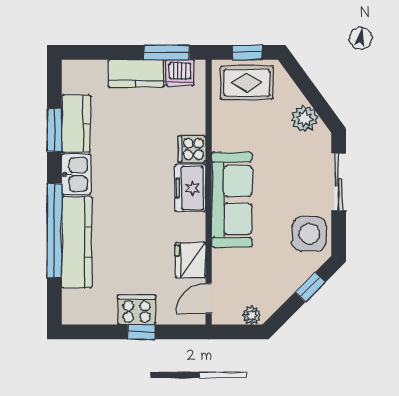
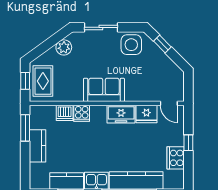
dishwasher: (180, 73) -> (65, 113), moved, turned 90
freezer: (190, 188) -> (121, 114), moved
sofa: (232, 200) -> (104, 90), width x0.73
cooker: (137, 310) -> (176, 158), moved
plant: (252, 315) -> (179, 78), removed

